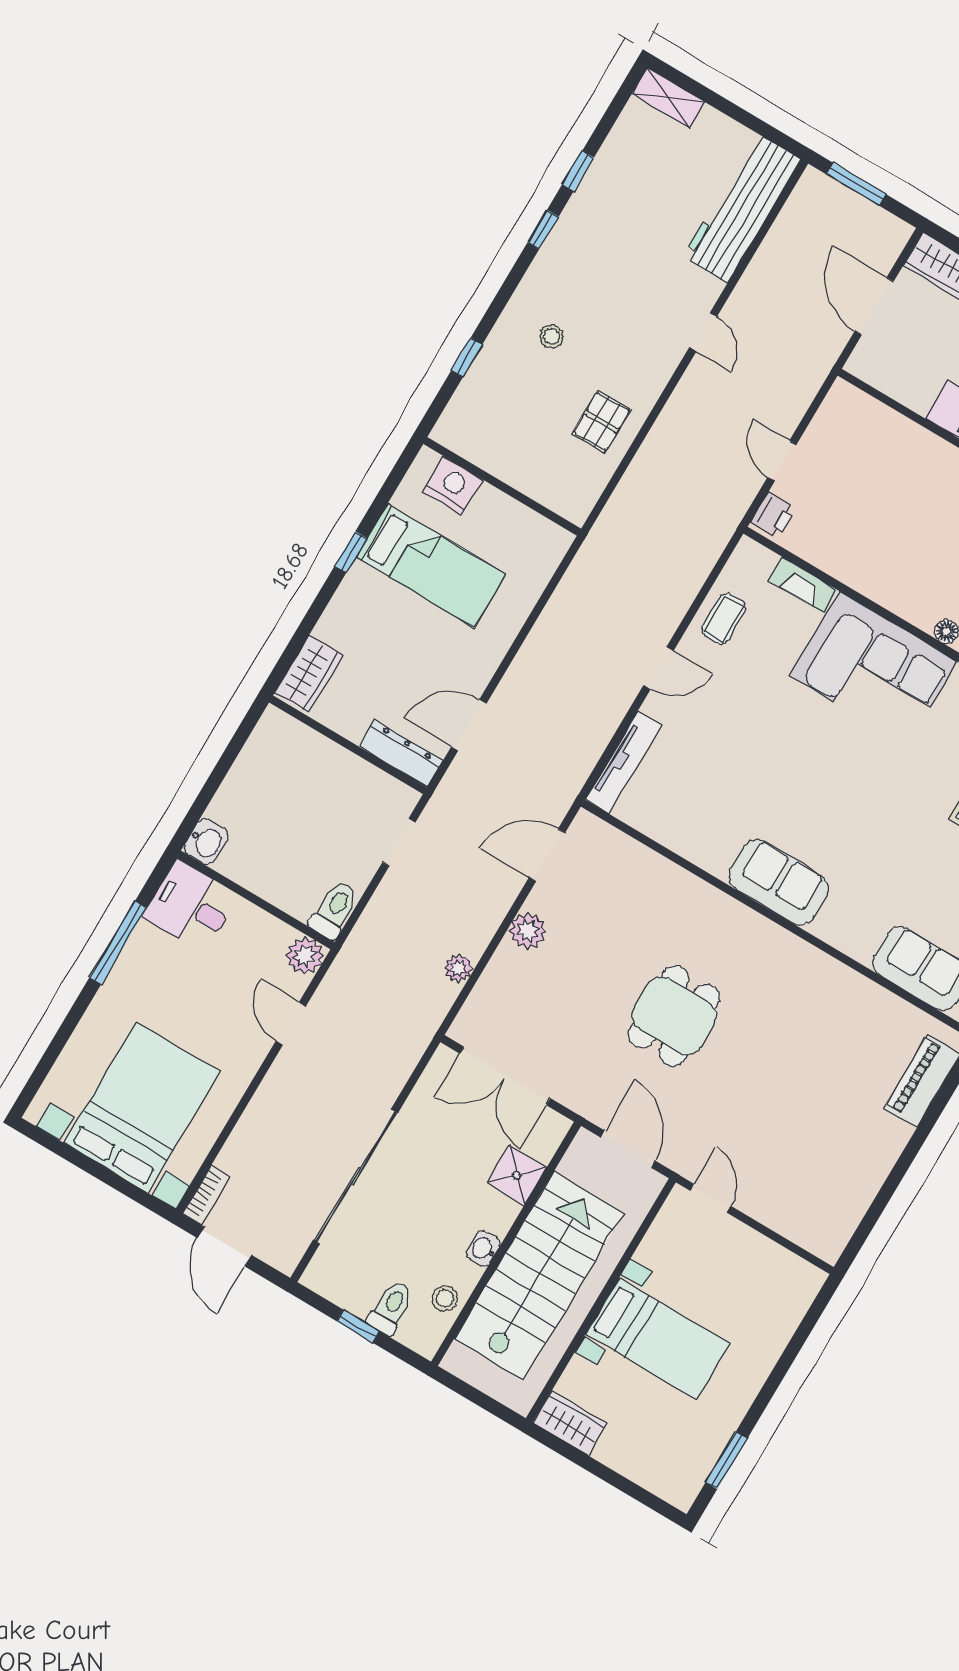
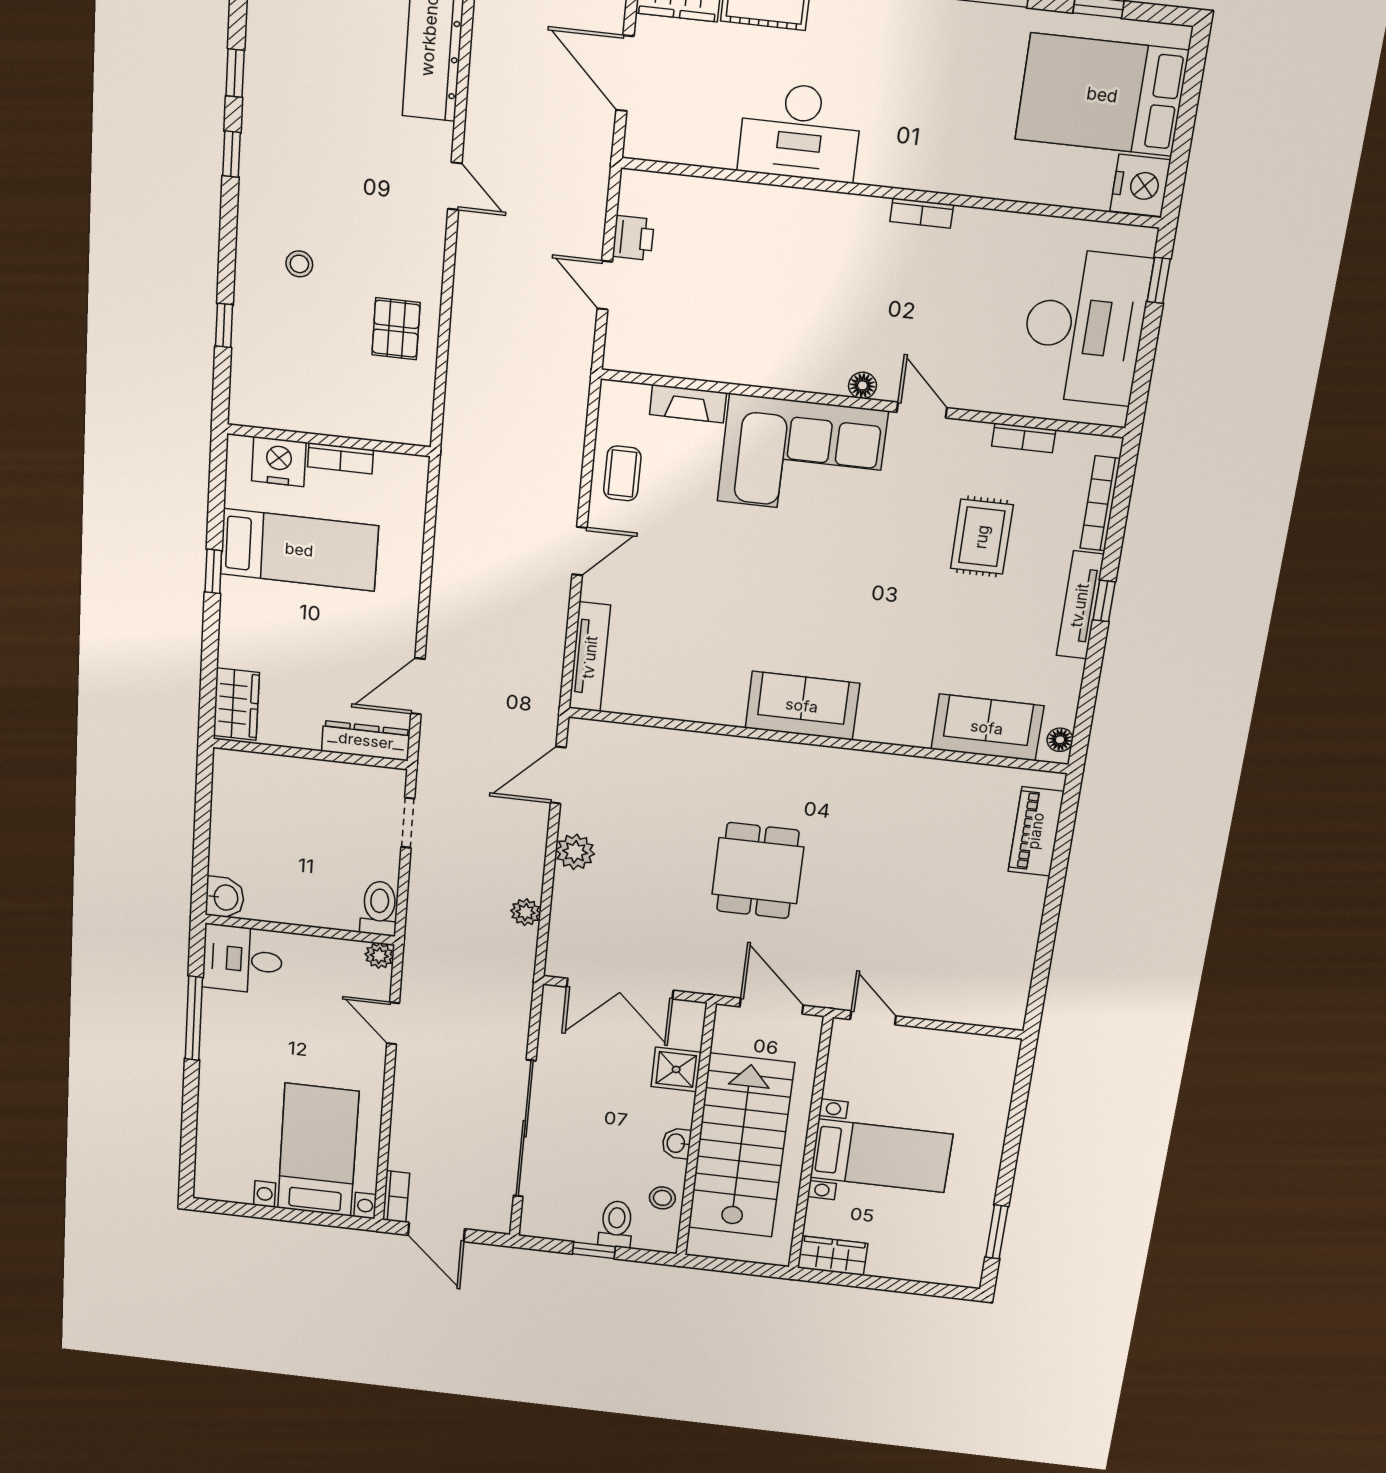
bookcase: (504, 505) -> (341, 458), added
printer: (773, 515) -> (633, 238), moved
plant: (305, 956) -> (379, 956), width x0.73, depth x0.73
bed with nightstands: (142, 1107) -> (318, 1150), width x0.73

